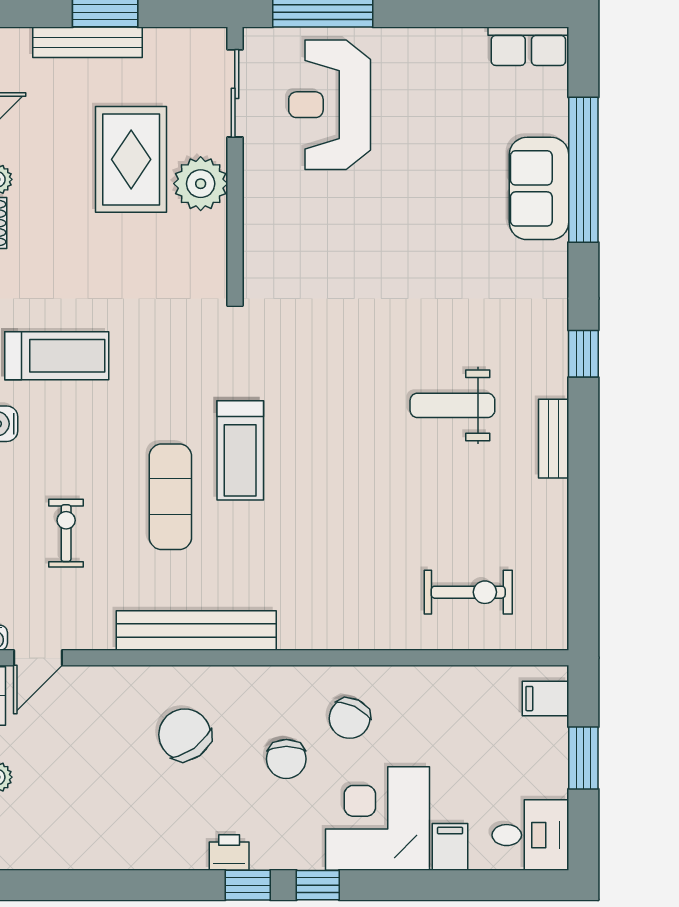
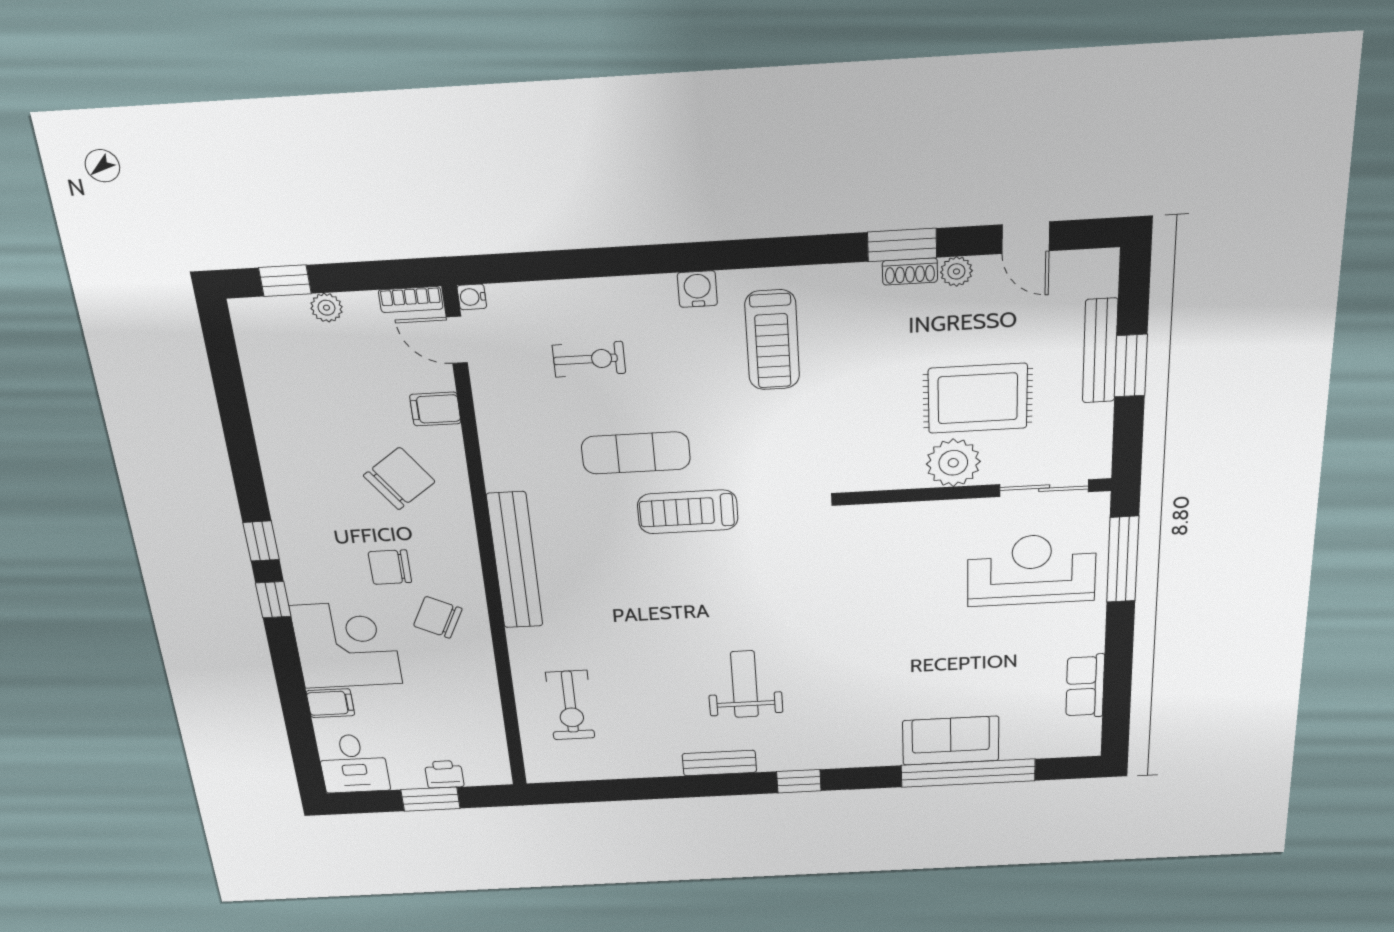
row of seats: (528, 46) -> (1085, 686), moved
bench: (196, 631) -> (515, 561), moved
filing cabinet: (546, 699) -> (435, 409), moved, turned -90
printer: (229, 853) -> (444, 774), moved, turned -90

